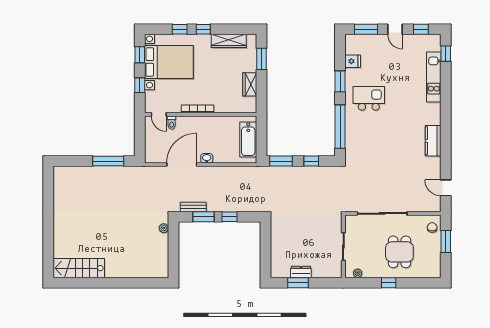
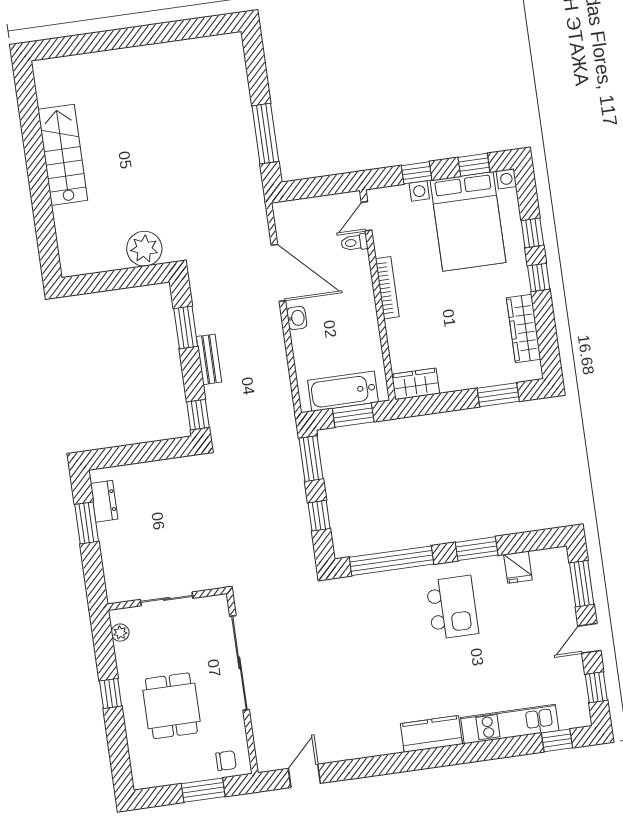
wardrobe: (250, 84) -> (416, 384), moved
window: (261, 136) -> (353, 415), added
kitchen counter: (433, 141) -> (431, 734), moved
bench: (193, 207) -> (209, 359), moved
window: (229, 217) -> (198, 415), moved
plant: (164, 228) -> (144, 249), width x1.88, depth x1.88
dining table: (399, 252) -> (171, 706), turned 90
stairs: (79, 268) -> (63, 155), moved
dresser: (301, 272) -> (104, 501), moved

